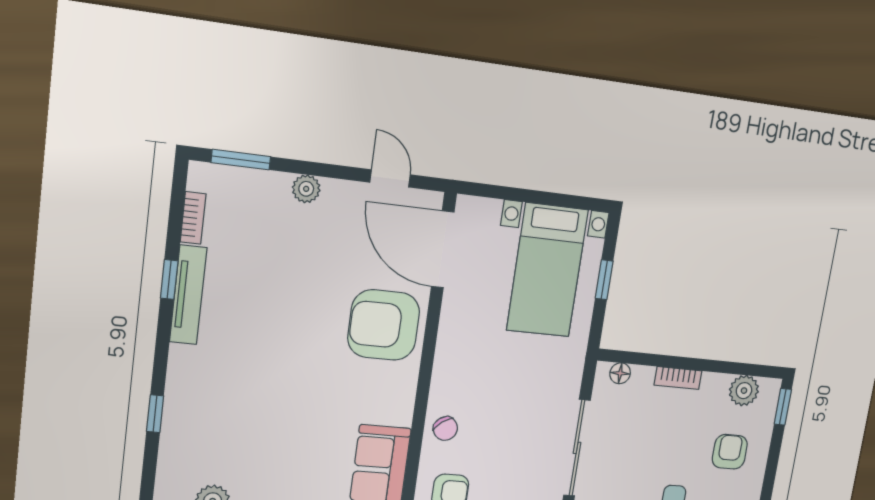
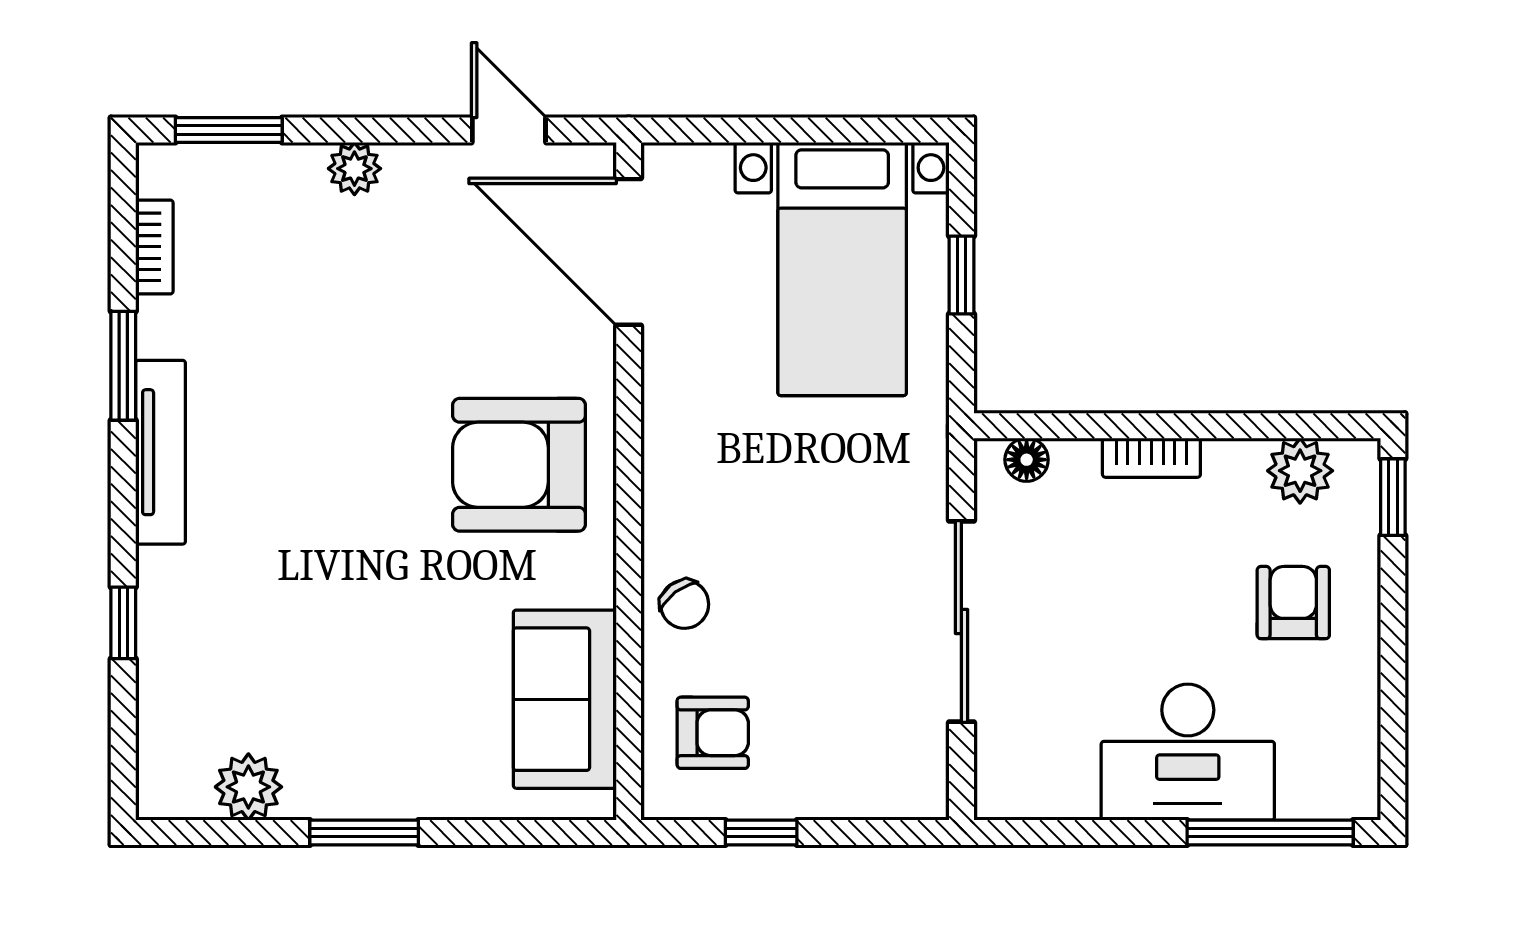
window: (169, 280) -> (123, 366), width x1.50
tv unit: (188, 295) -> (160, 452), moved
armchair: (384, 325) -> (519, 465), moved

